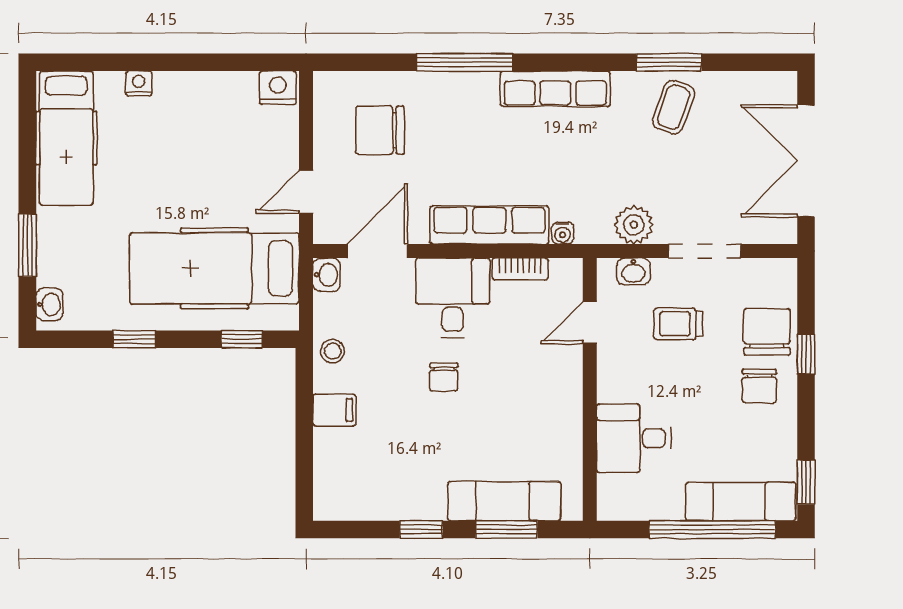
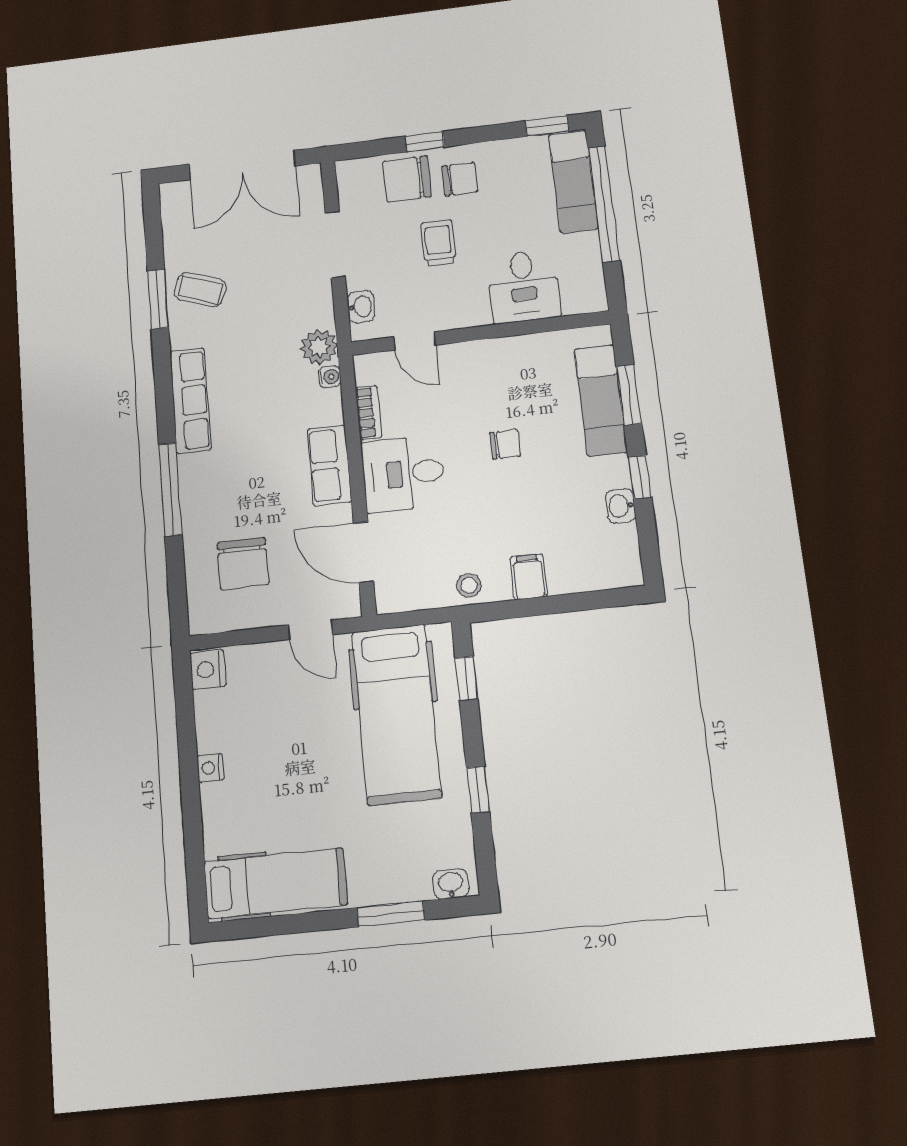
nightstand: (139, 83) -> (210, 768), moved
row of seats: (489, 225) -> (329, 465), width x0.68
plant: (634, 225) -> (319, 347), moved
washbasin: (327, 275) -> (620, 506), moved, turned -90
trolley: (678, 324) -> (438, 243), moved, turned 180
chair: (444, 377) -> (505, 444), moved

